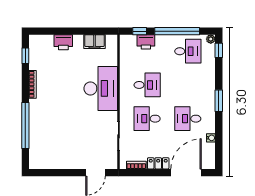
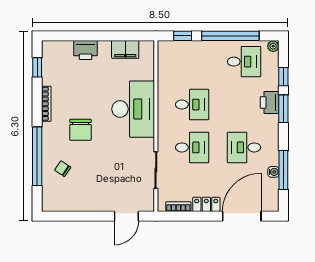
printer: (146, 42) -> (270, 102), moved, turned 90
window: (219, 50) -> (283, 77), moved
window: (219, 101) -> (283, 109), moved
chair: (59, 105) -> (81, 130), added
desk: (147, 119) -> (192, 147), turned 180
chair: (45, 135) -> (63, 169), added
window: (219, 136) -> (283, 170), added

